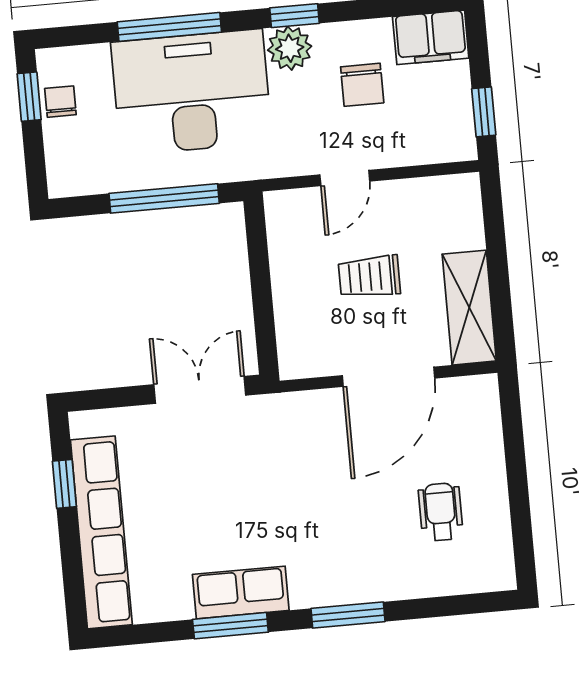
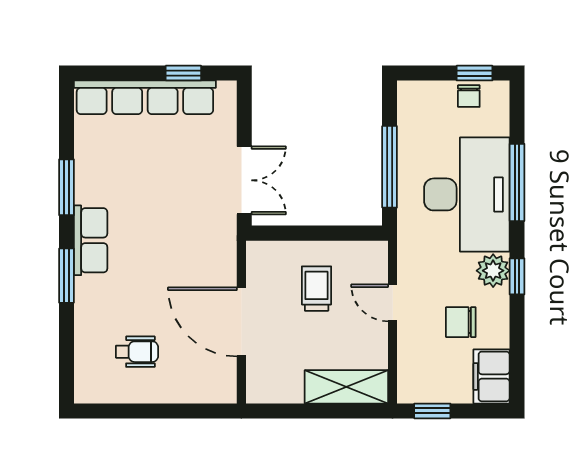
chair: (60, 102) -> (469, 96), turned 90
trolley: (369, 277) -> (317, 289), moved
shelving: (469, 308) -> (346, 387), moved
row of seats: (241, 592) -> (91, 240), moved

